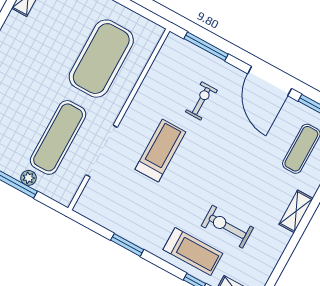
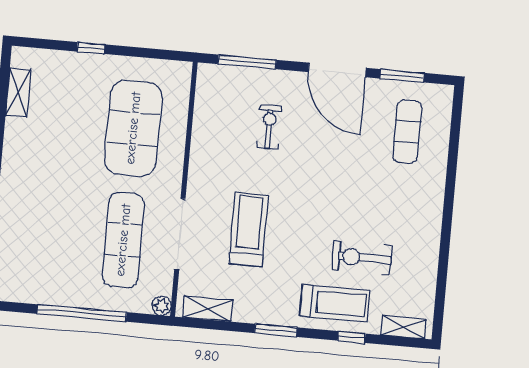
treadmill: (160, 151) -> (249, 229), moved
plant: (29, 178) -> (162, 306), moved
shelving: (296, 211) -> (208, 308), moved, turned 90
window: (127, 245) -> (276, 330), moved

